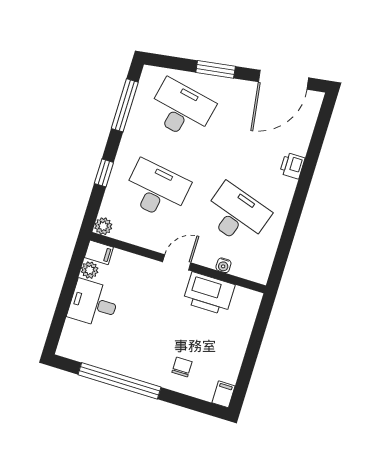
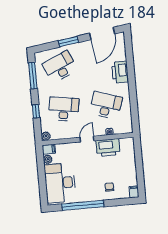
desk: (181, 109) -> (60, 67), turned -36
printer: (292, 166) -> (120, 72), width x1.87, depth x1.48
desk: (93, 304) -> (60, 183), width x1.87, depth x1.30

